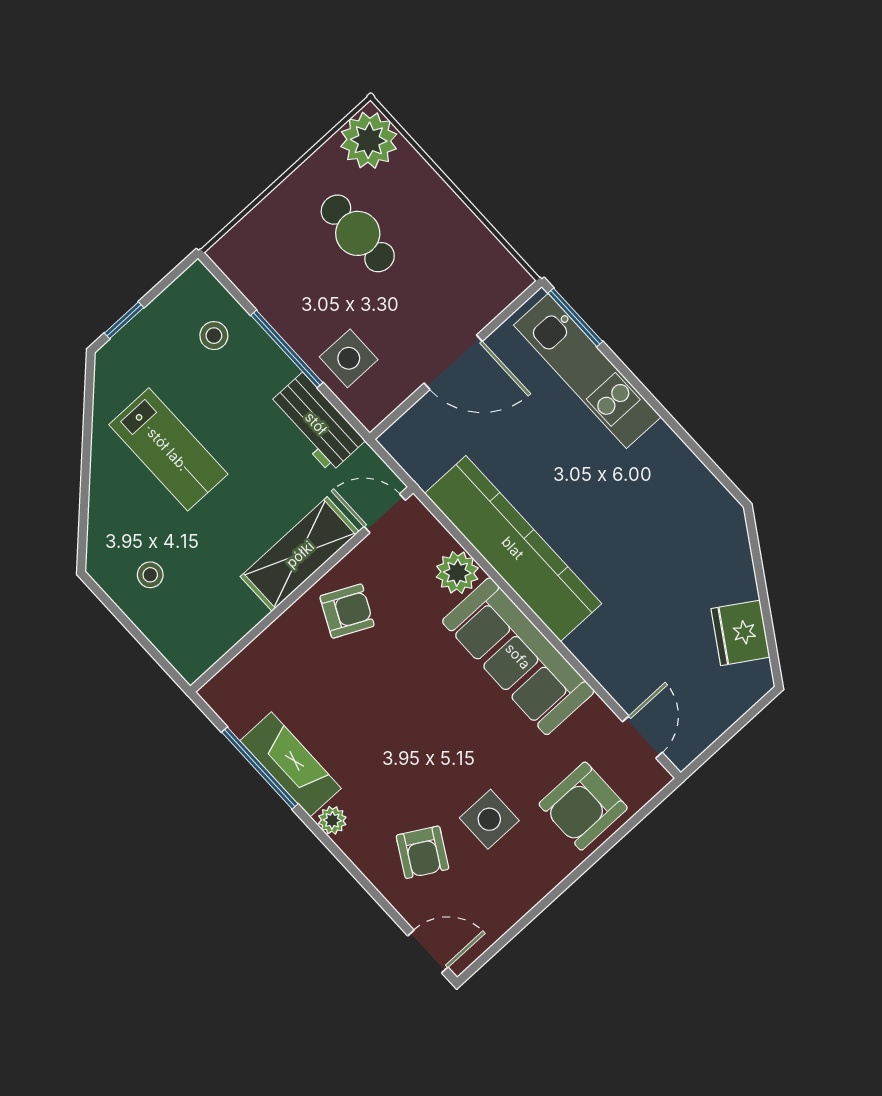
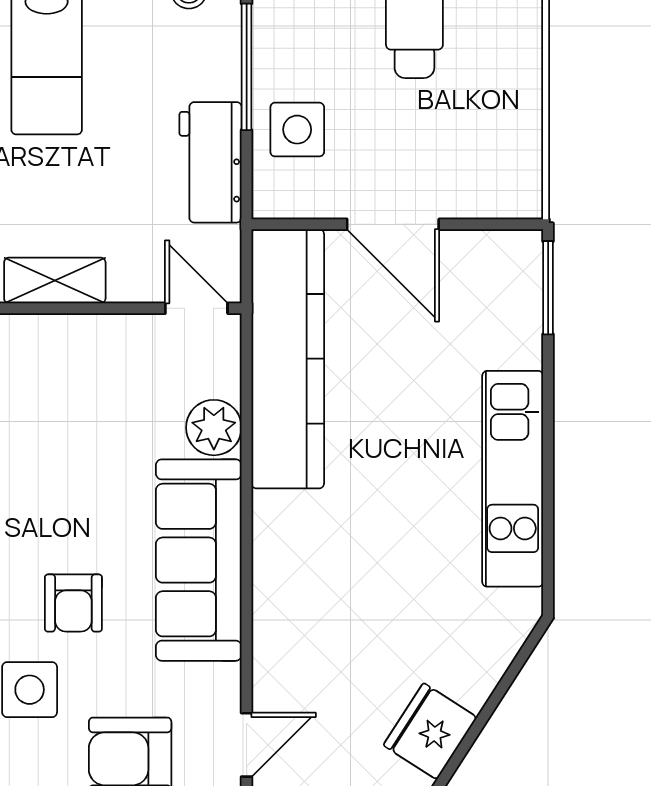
kitchen unit: (587, 371) -> (513, 479), moved
kitchen counter: (513, 548) -> (288, 359), moved
shelving: (300, 554) -> (55, 280), width x0.67, depth x0.75
armchair: (347, 611) -> (73, 603), moved, turned 64

